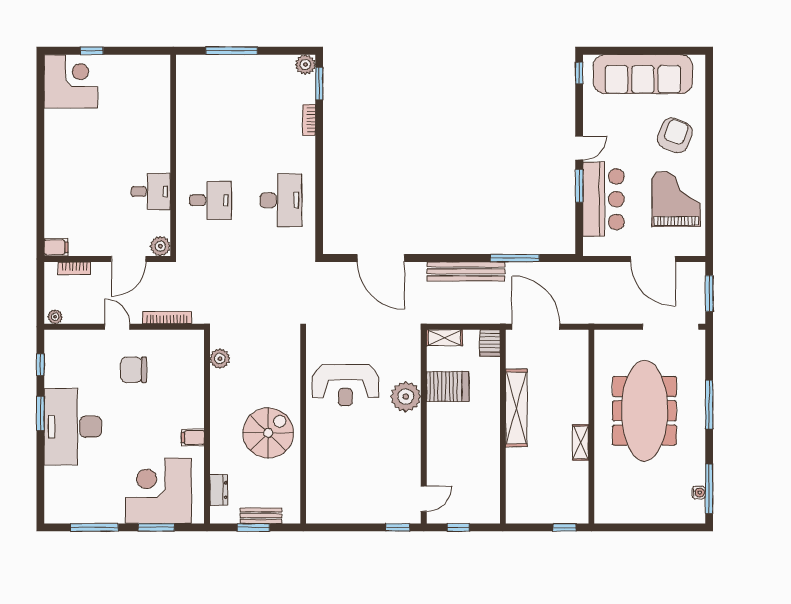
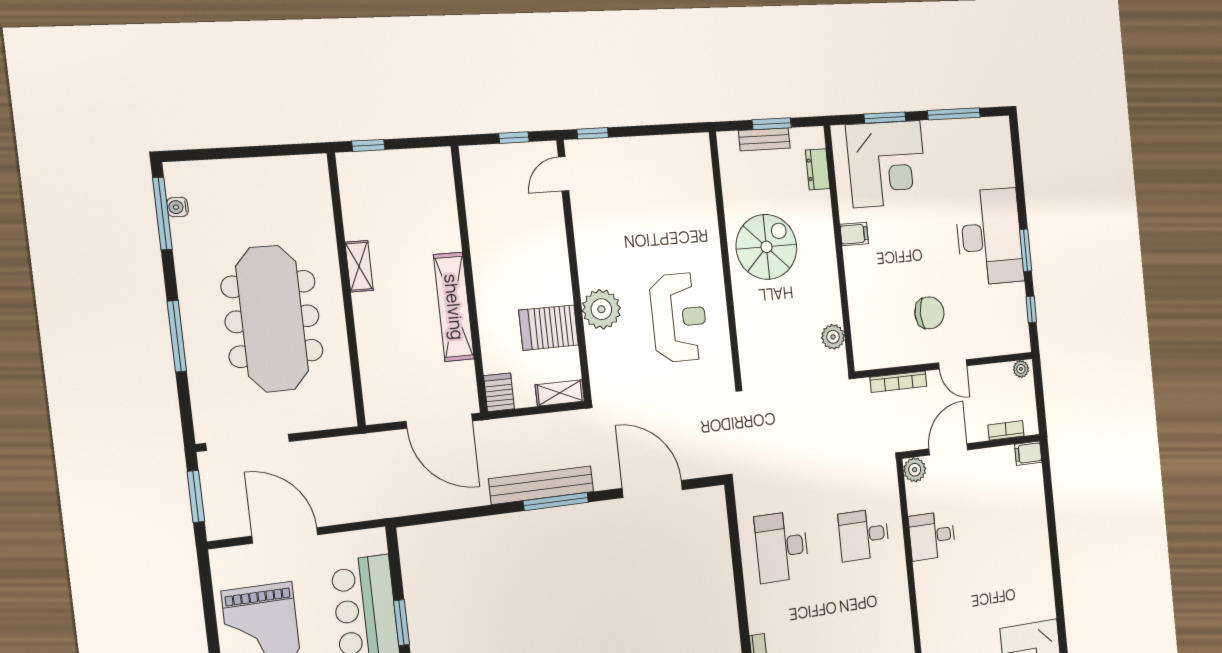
window: (515, 258) -> (556, 502), moved
reception desk: (345, 385) -> (679, 317), turned 90
spiral stairs: (268, 433) -> (766, 247), turned 180

